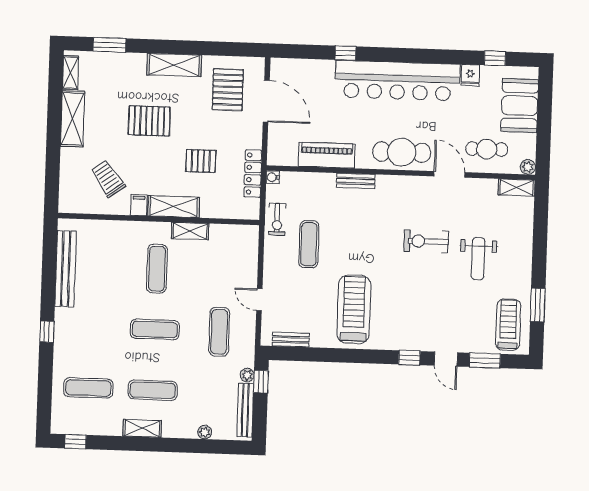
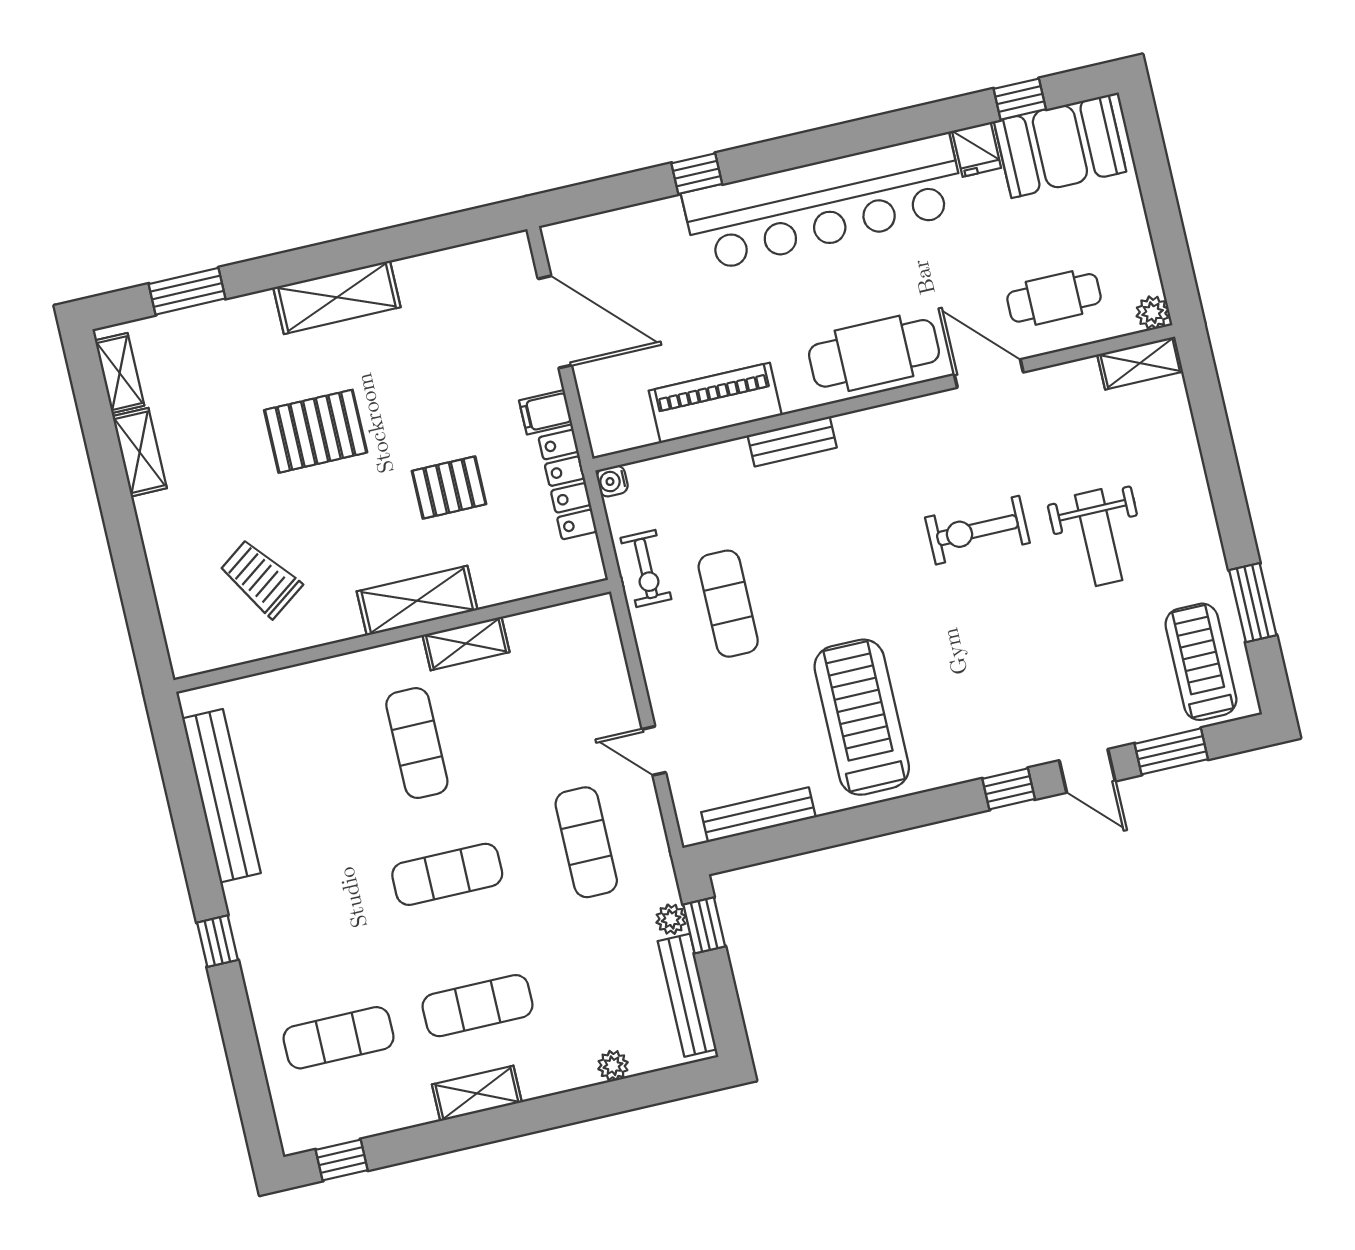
pallet: (228, 90) -> (466, 319), removed
booth: (520, 106) -> (1060, 146), moved, turned 90
shelving: (72, 119) -> (140, 452), width x0.67, depth x0.75
filing cabinet: (139, 205) -> (546, 412), moved, turned -90
bench: (291, 340) -> (758, 815), width x1.36

